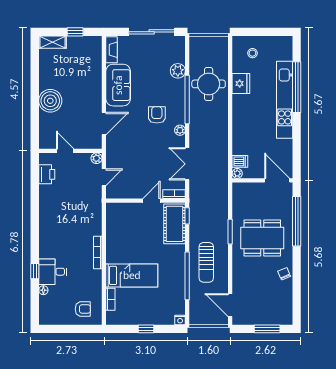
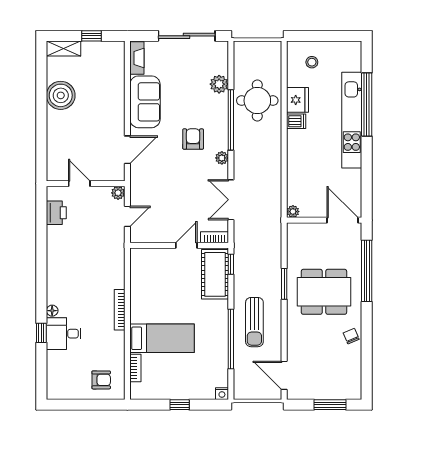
boiler: (50, 101) -> (61, 95), moved
dishwasher: (240, 161) -> (296, 121), moved
floor lamp: (43, 290) -> (52, 311), moved

